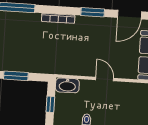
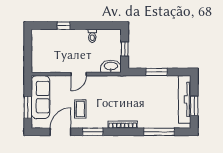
coffee table: (105, 39) -> (80, 109), added
door: (105, 79) -> (79, 74), hinge flipped

